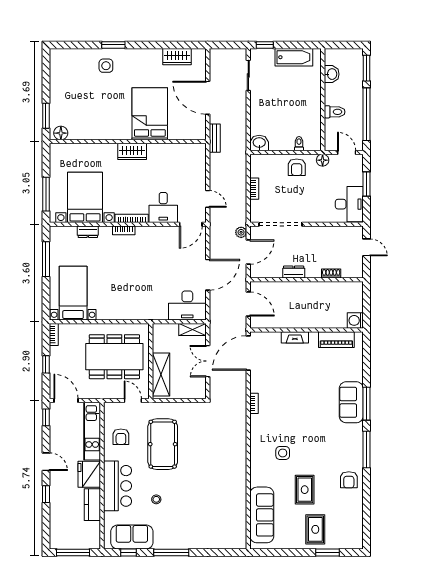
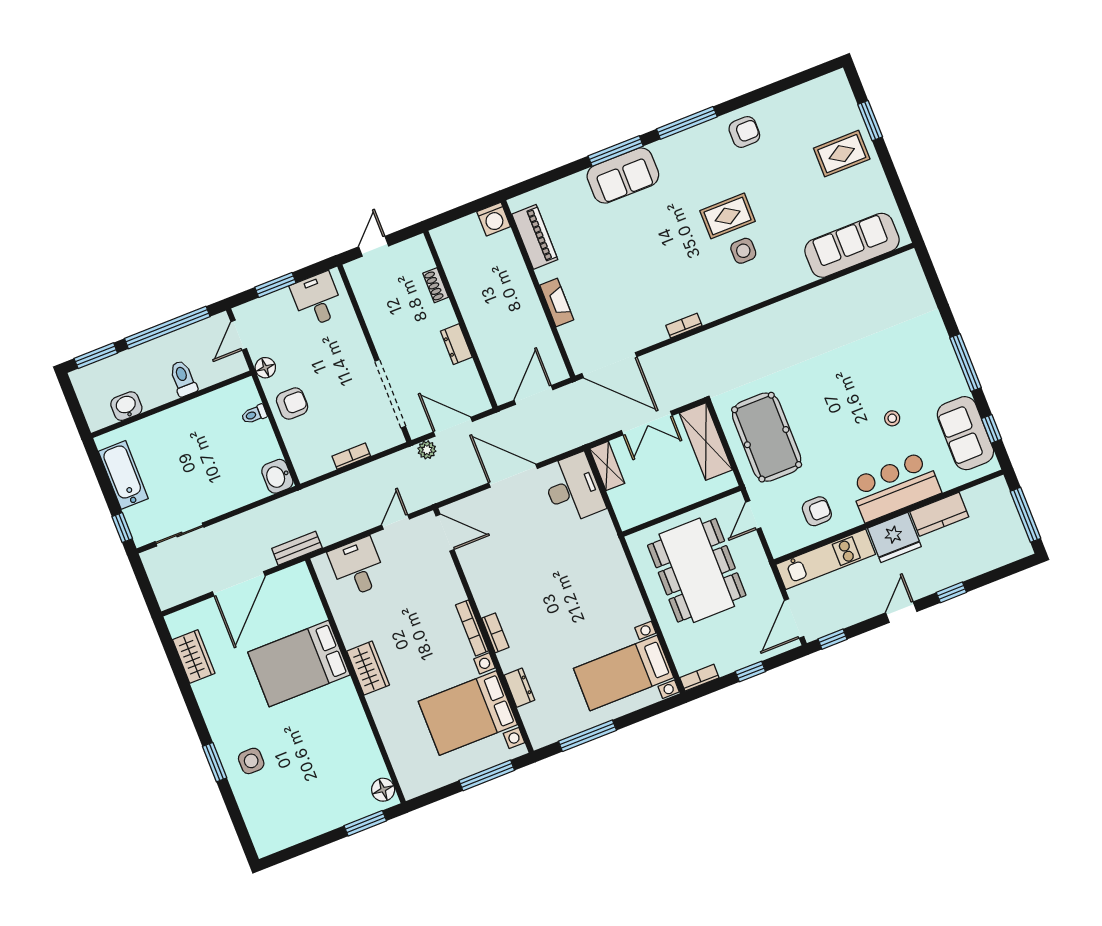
desk: (349, 204) -> (317, 299), width x0.73
desk: (163, 207) -> (357, 567), moved, turned -90
shelving: (161, 375) -> (706, 441), moved, turned 90
pool table: (163, 444) -> (767, 437), moved, turned 90
rug: (305, 490) -> (728, 216), moved

